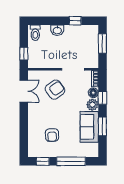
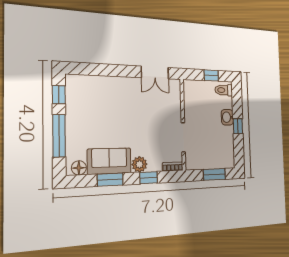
window: (75, 21) -> (238, 126), moved
window: (24, 54) -> (211, 75), moved
armchair: (55, 90) -> (158, 114), removed
floor lamp: (93, 93) -> (79, 168), moved
armchair: (52, 135) -> (97, 109), removed

